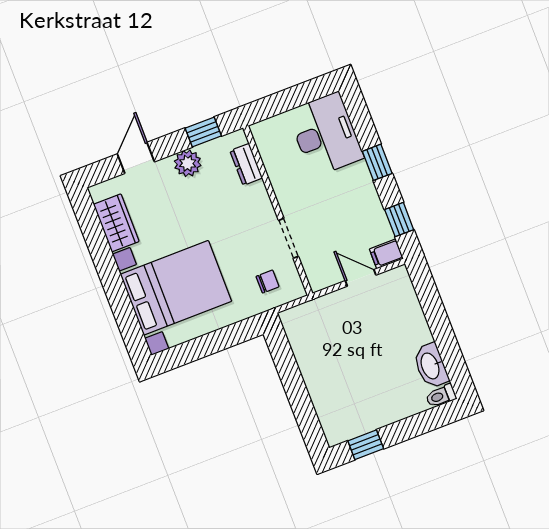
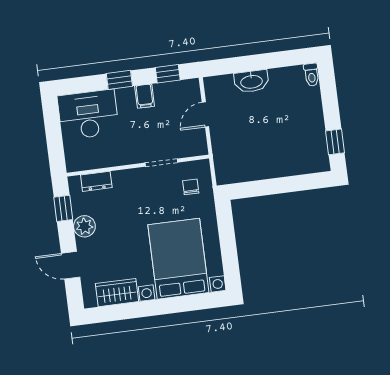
filing cabinet: (386, 254) -> (145, 96), moved
washbasin: (431, 366) -> (251, 81), moved

